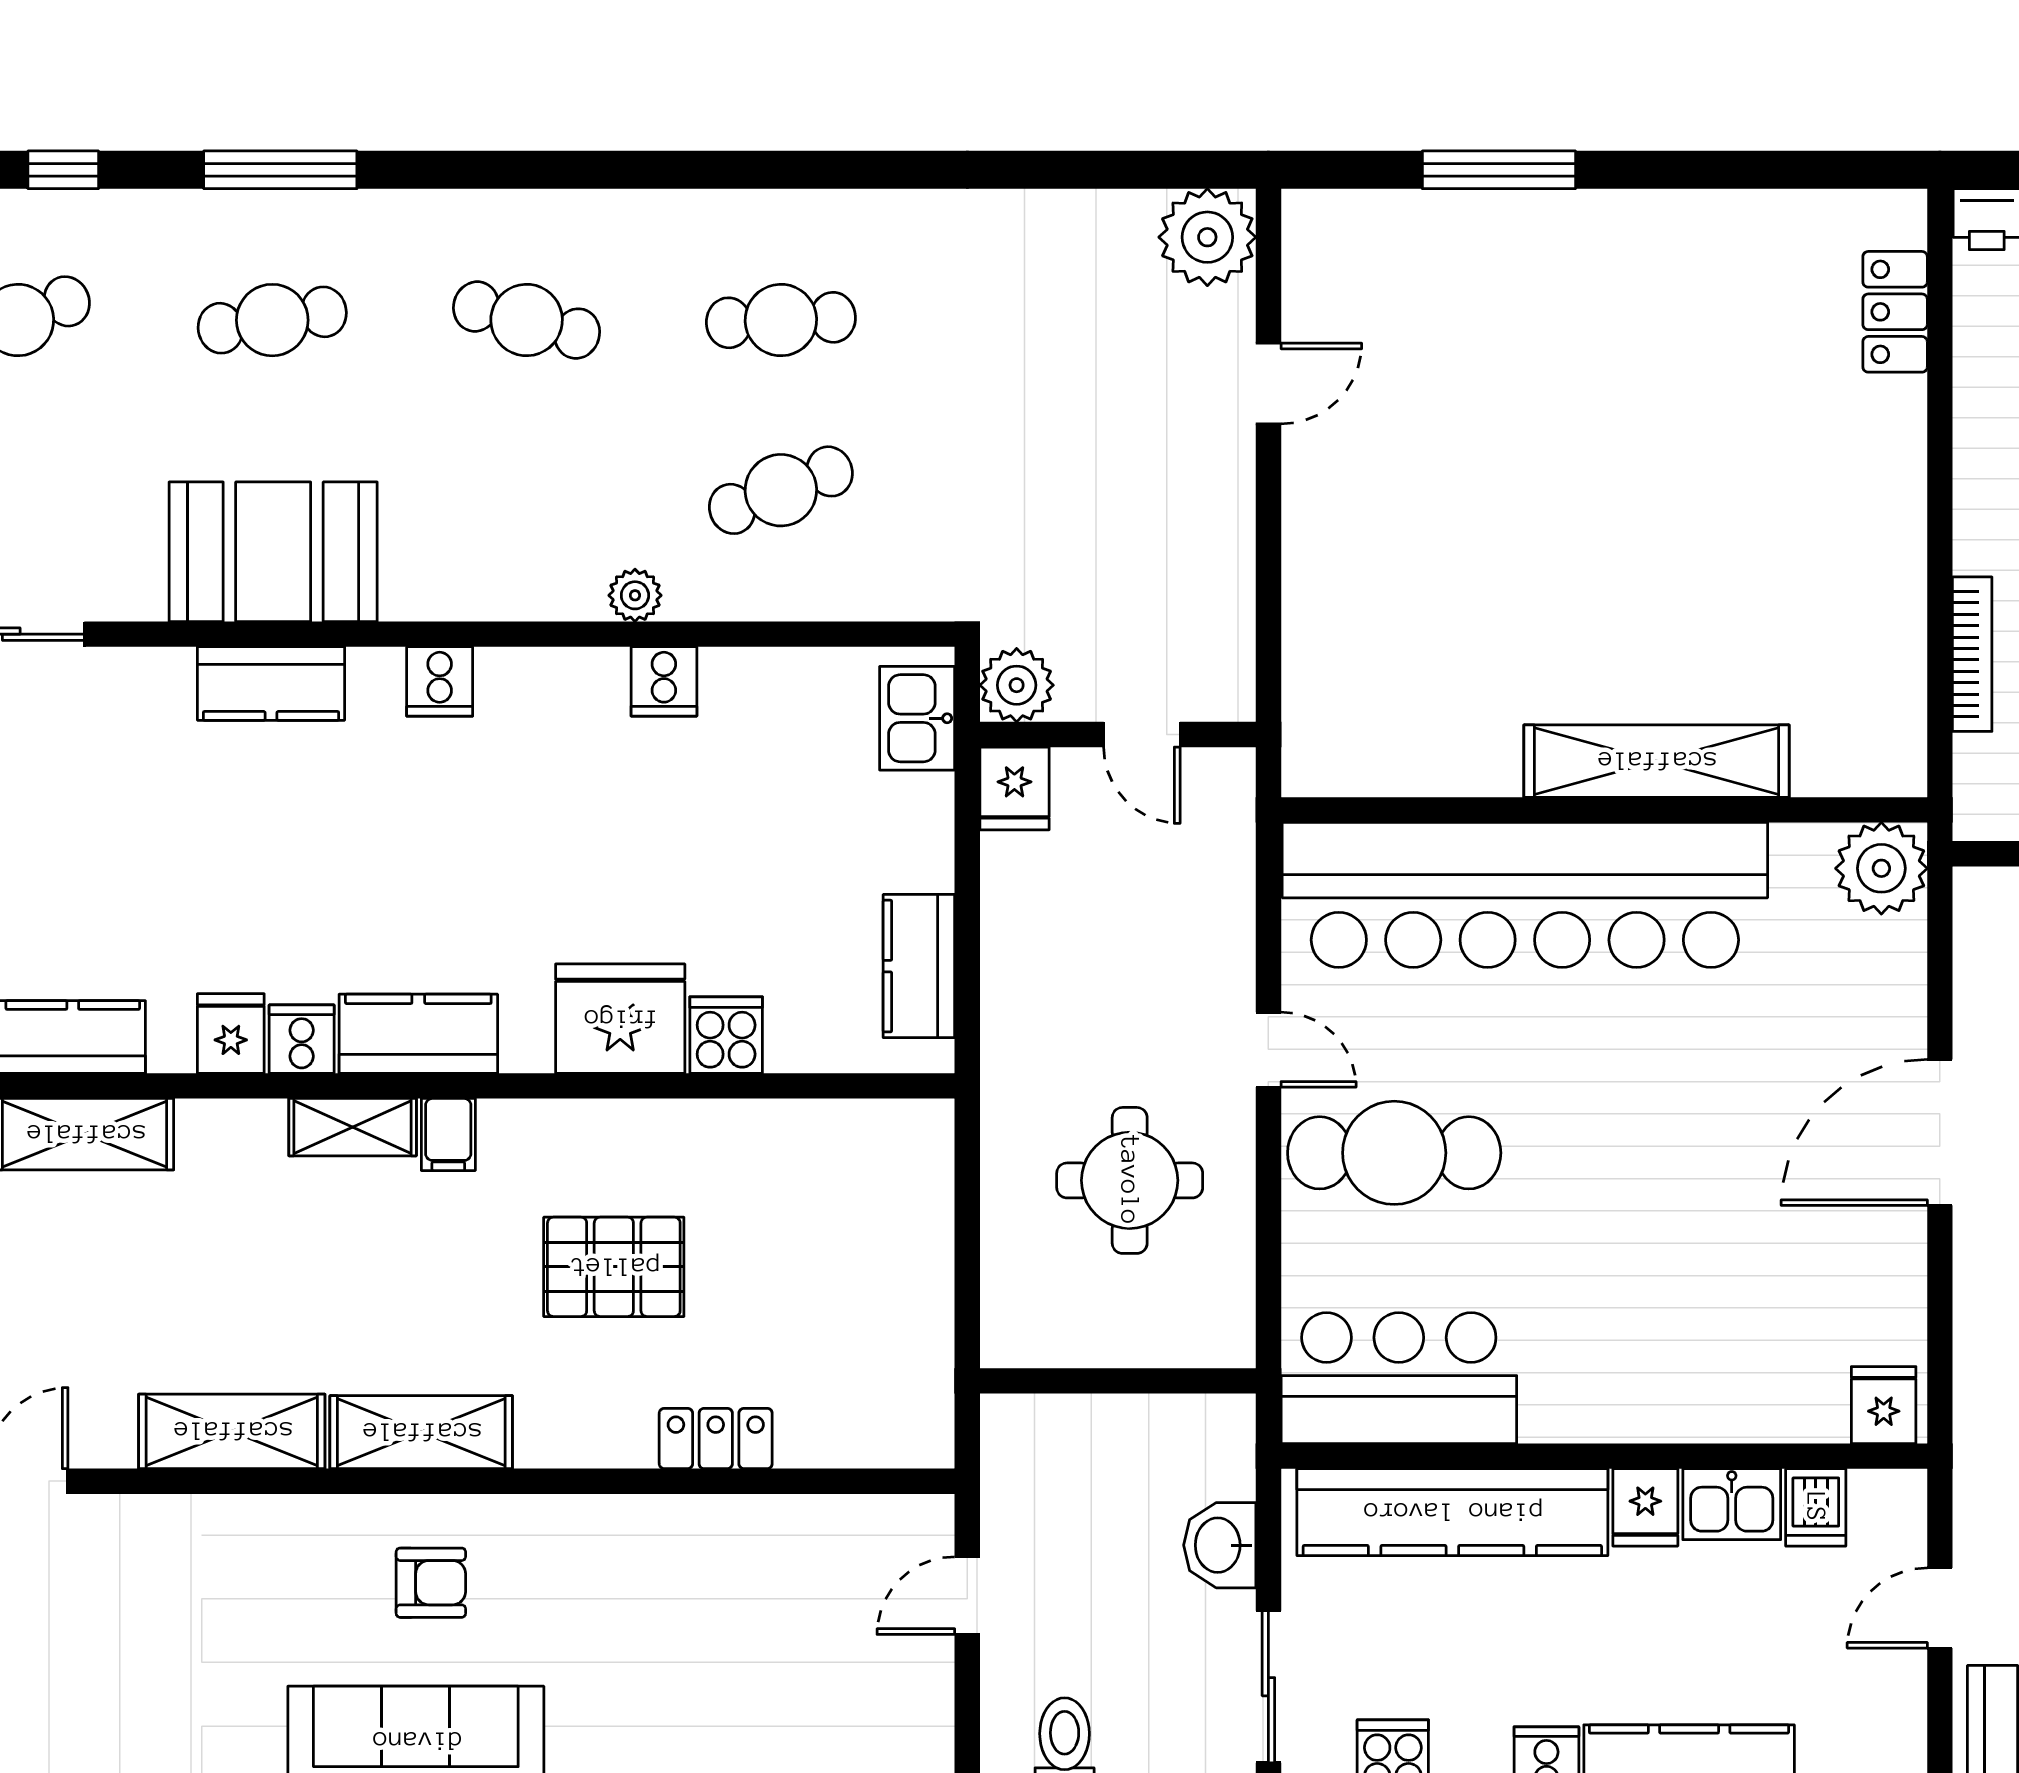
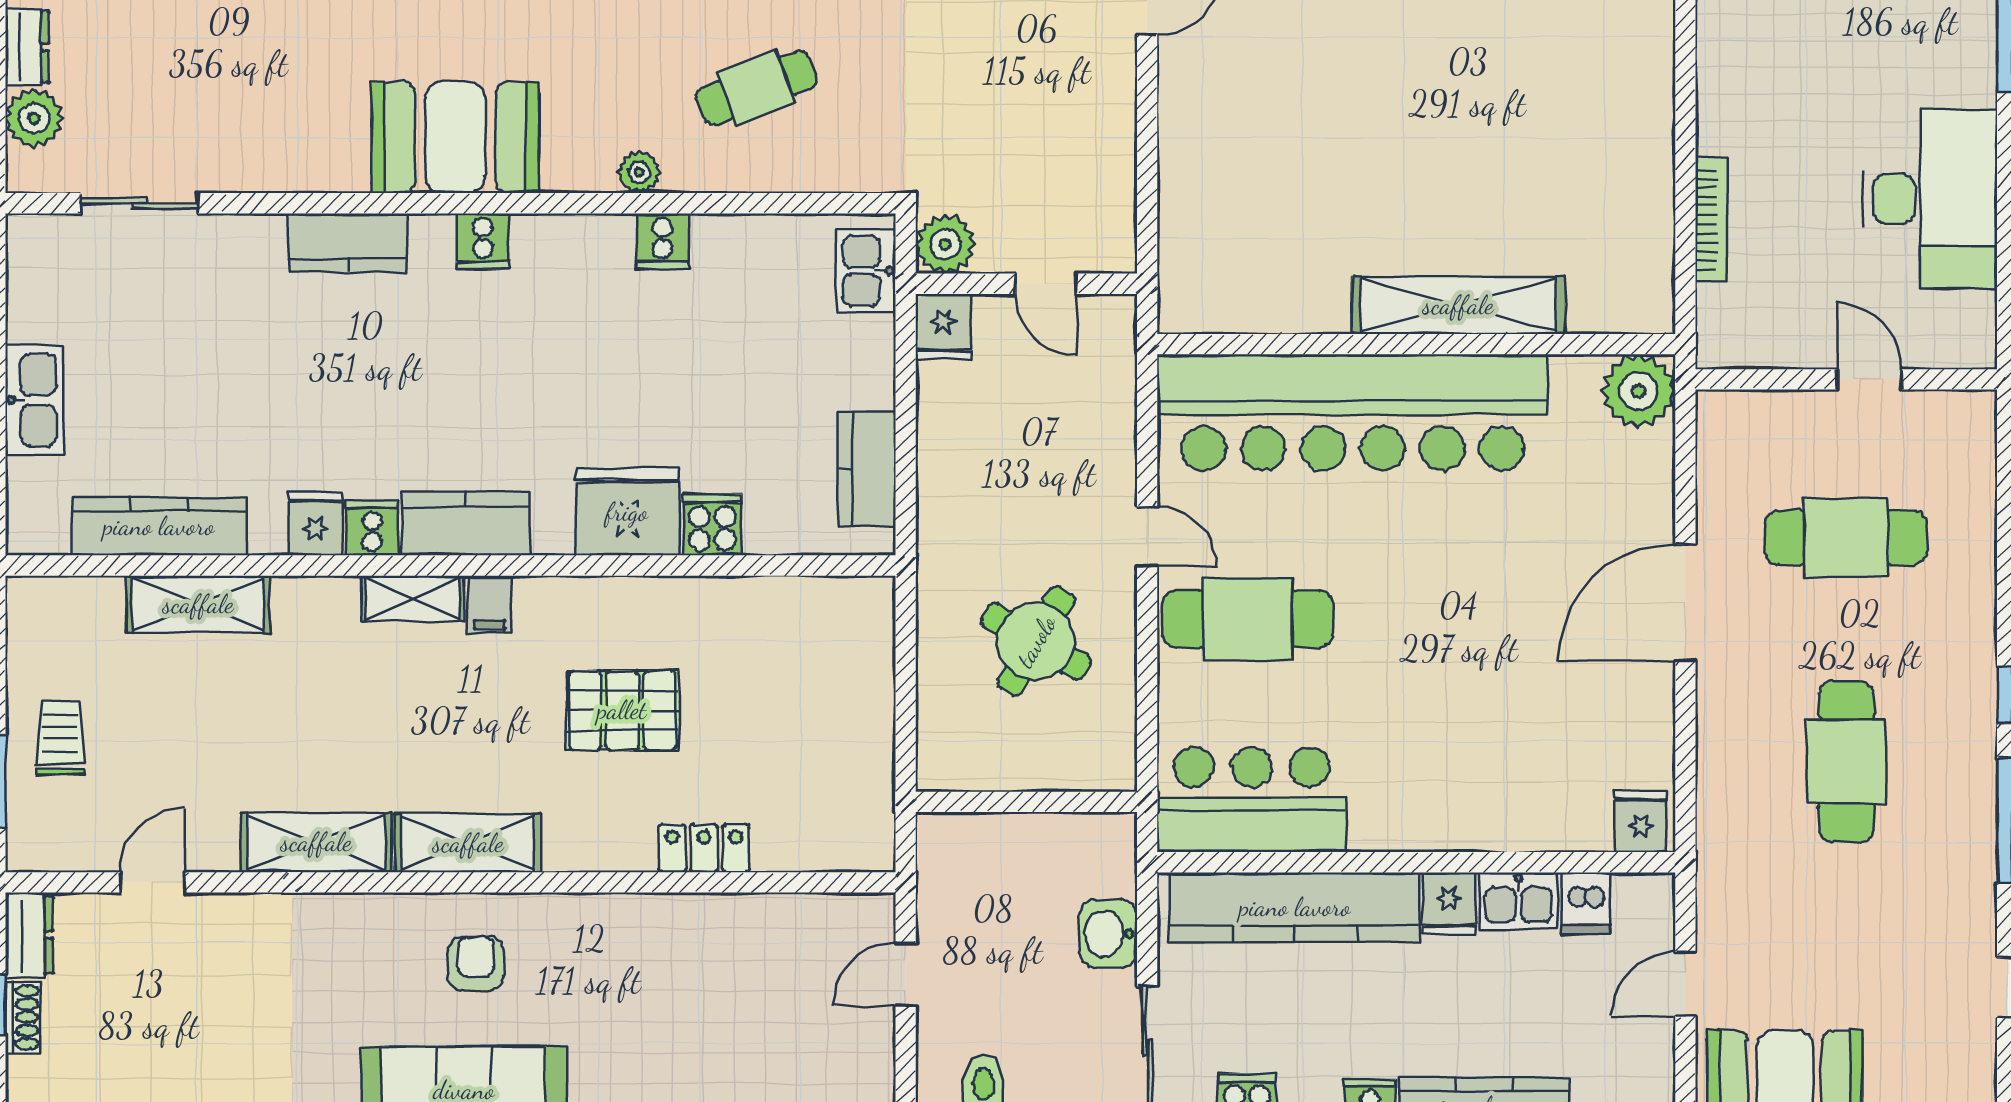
booth: (273, 552) -> (455, 137), moved
round table: (1130, 1180) -> (1036, 641), turned 30
armchair: (431, 1583) -> (476, 964), turned -90

